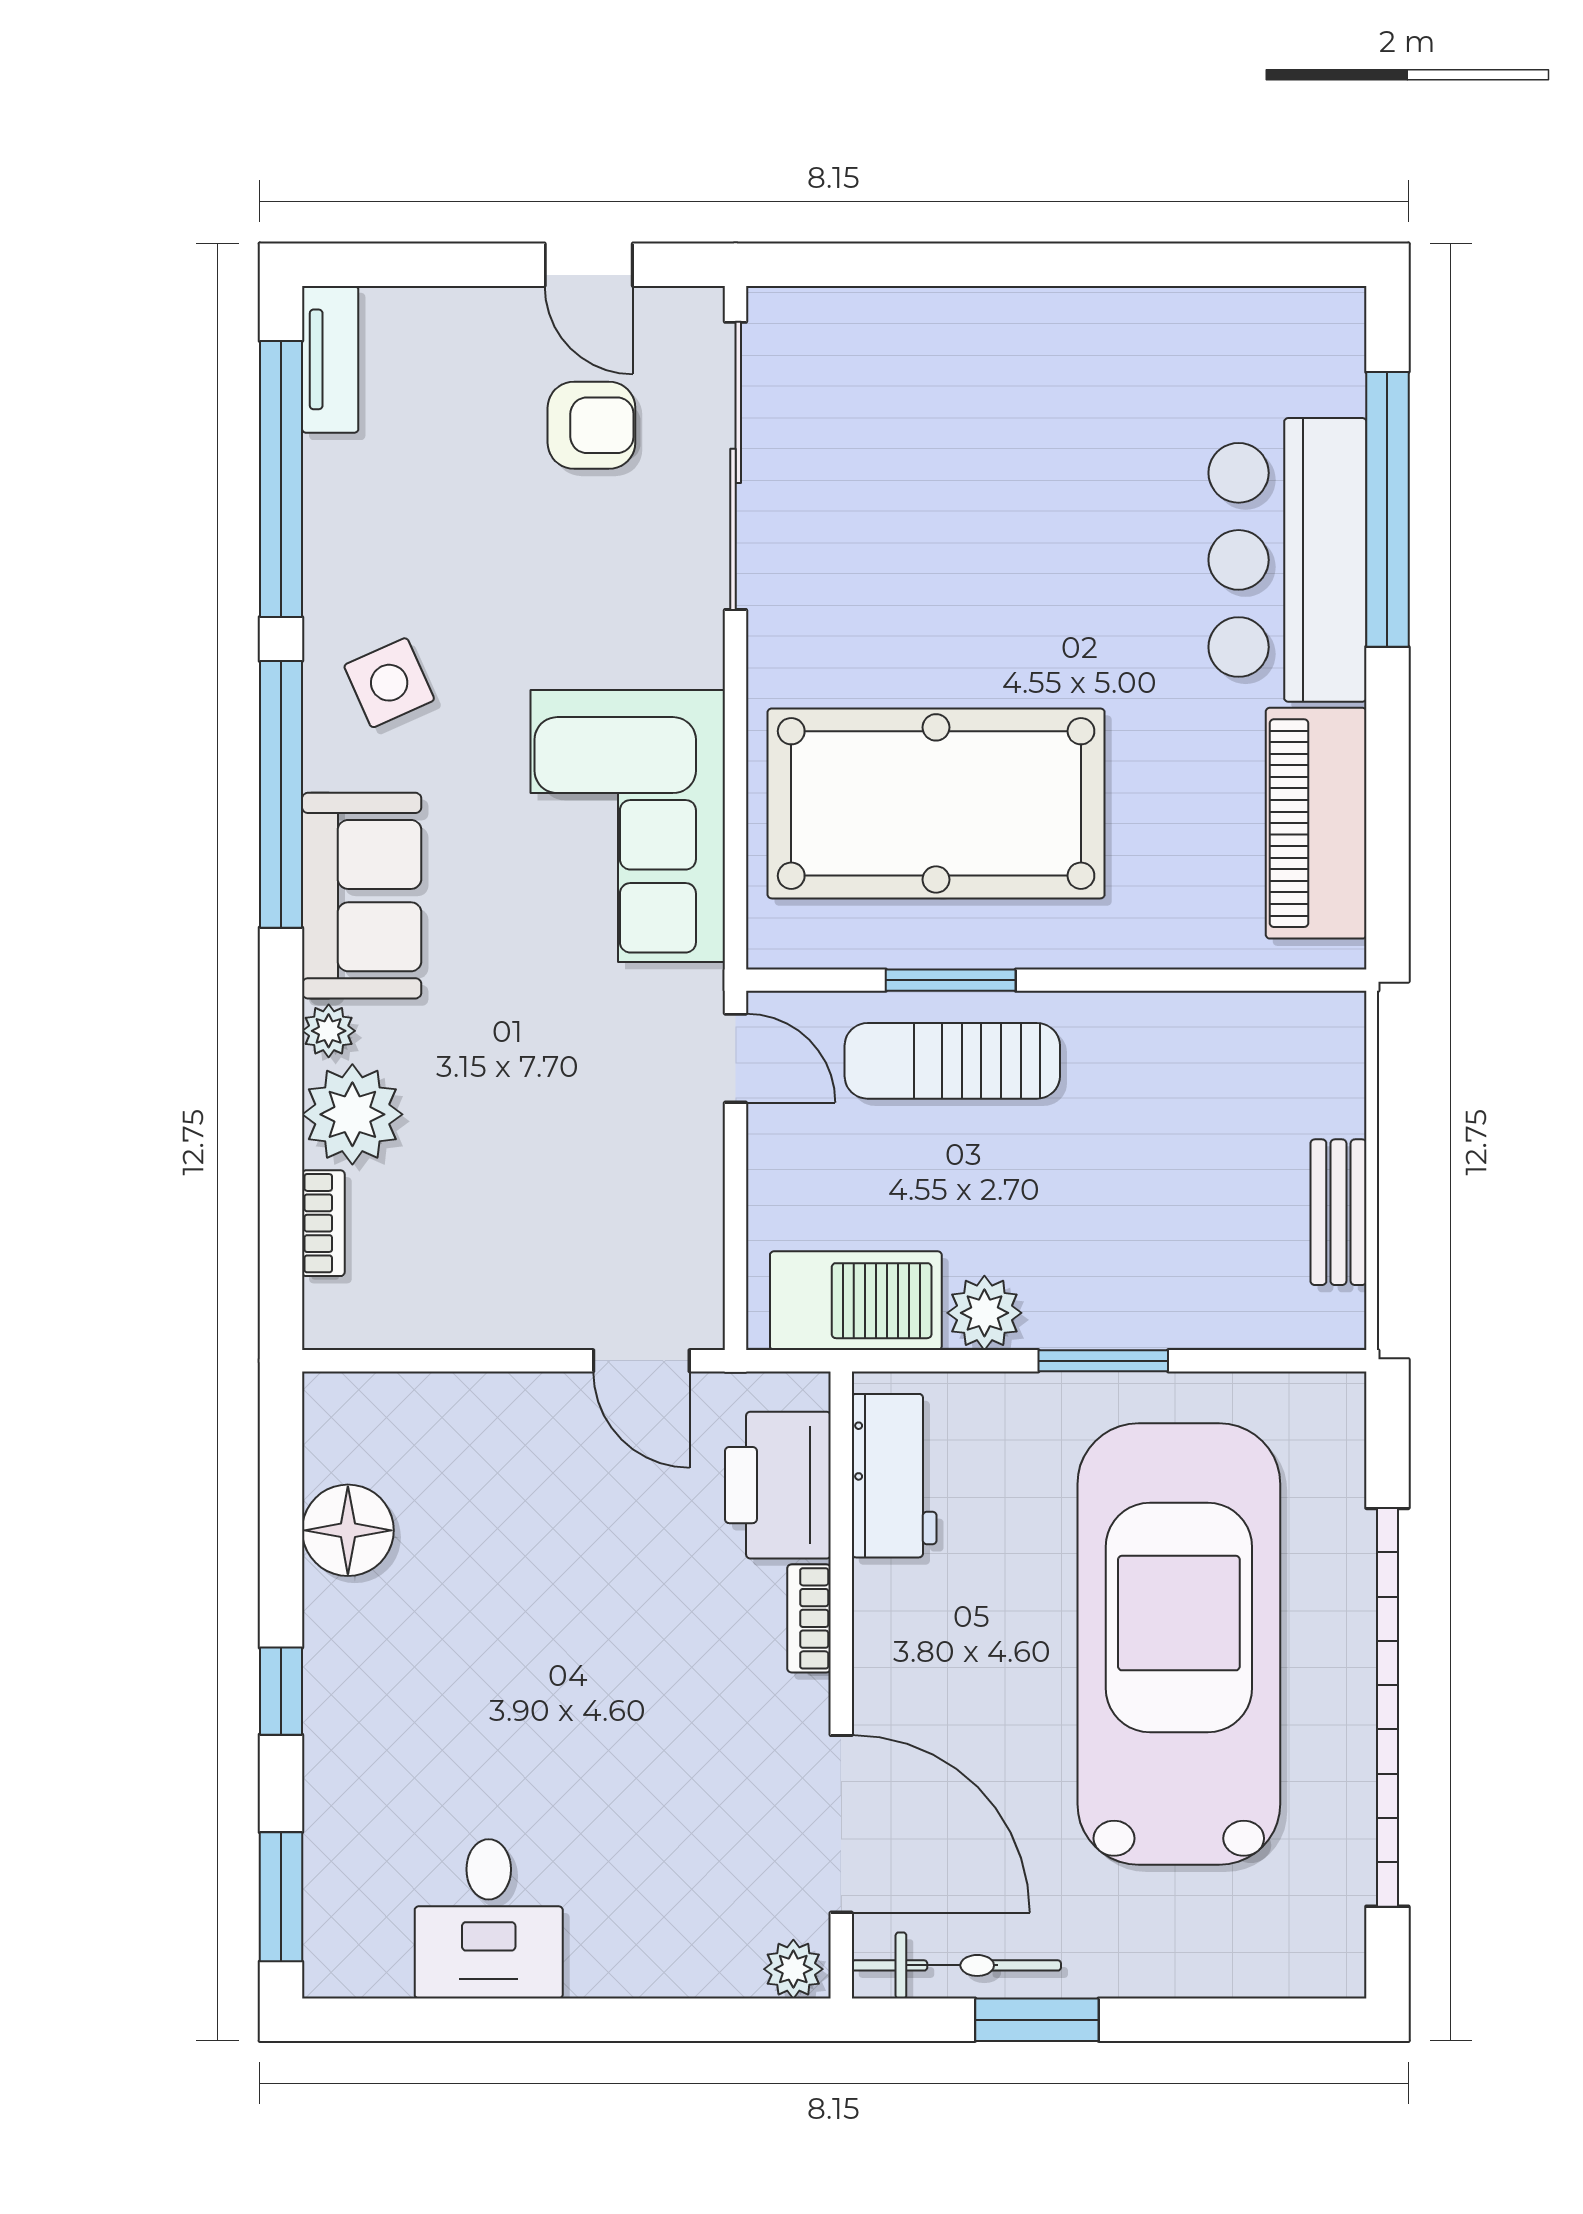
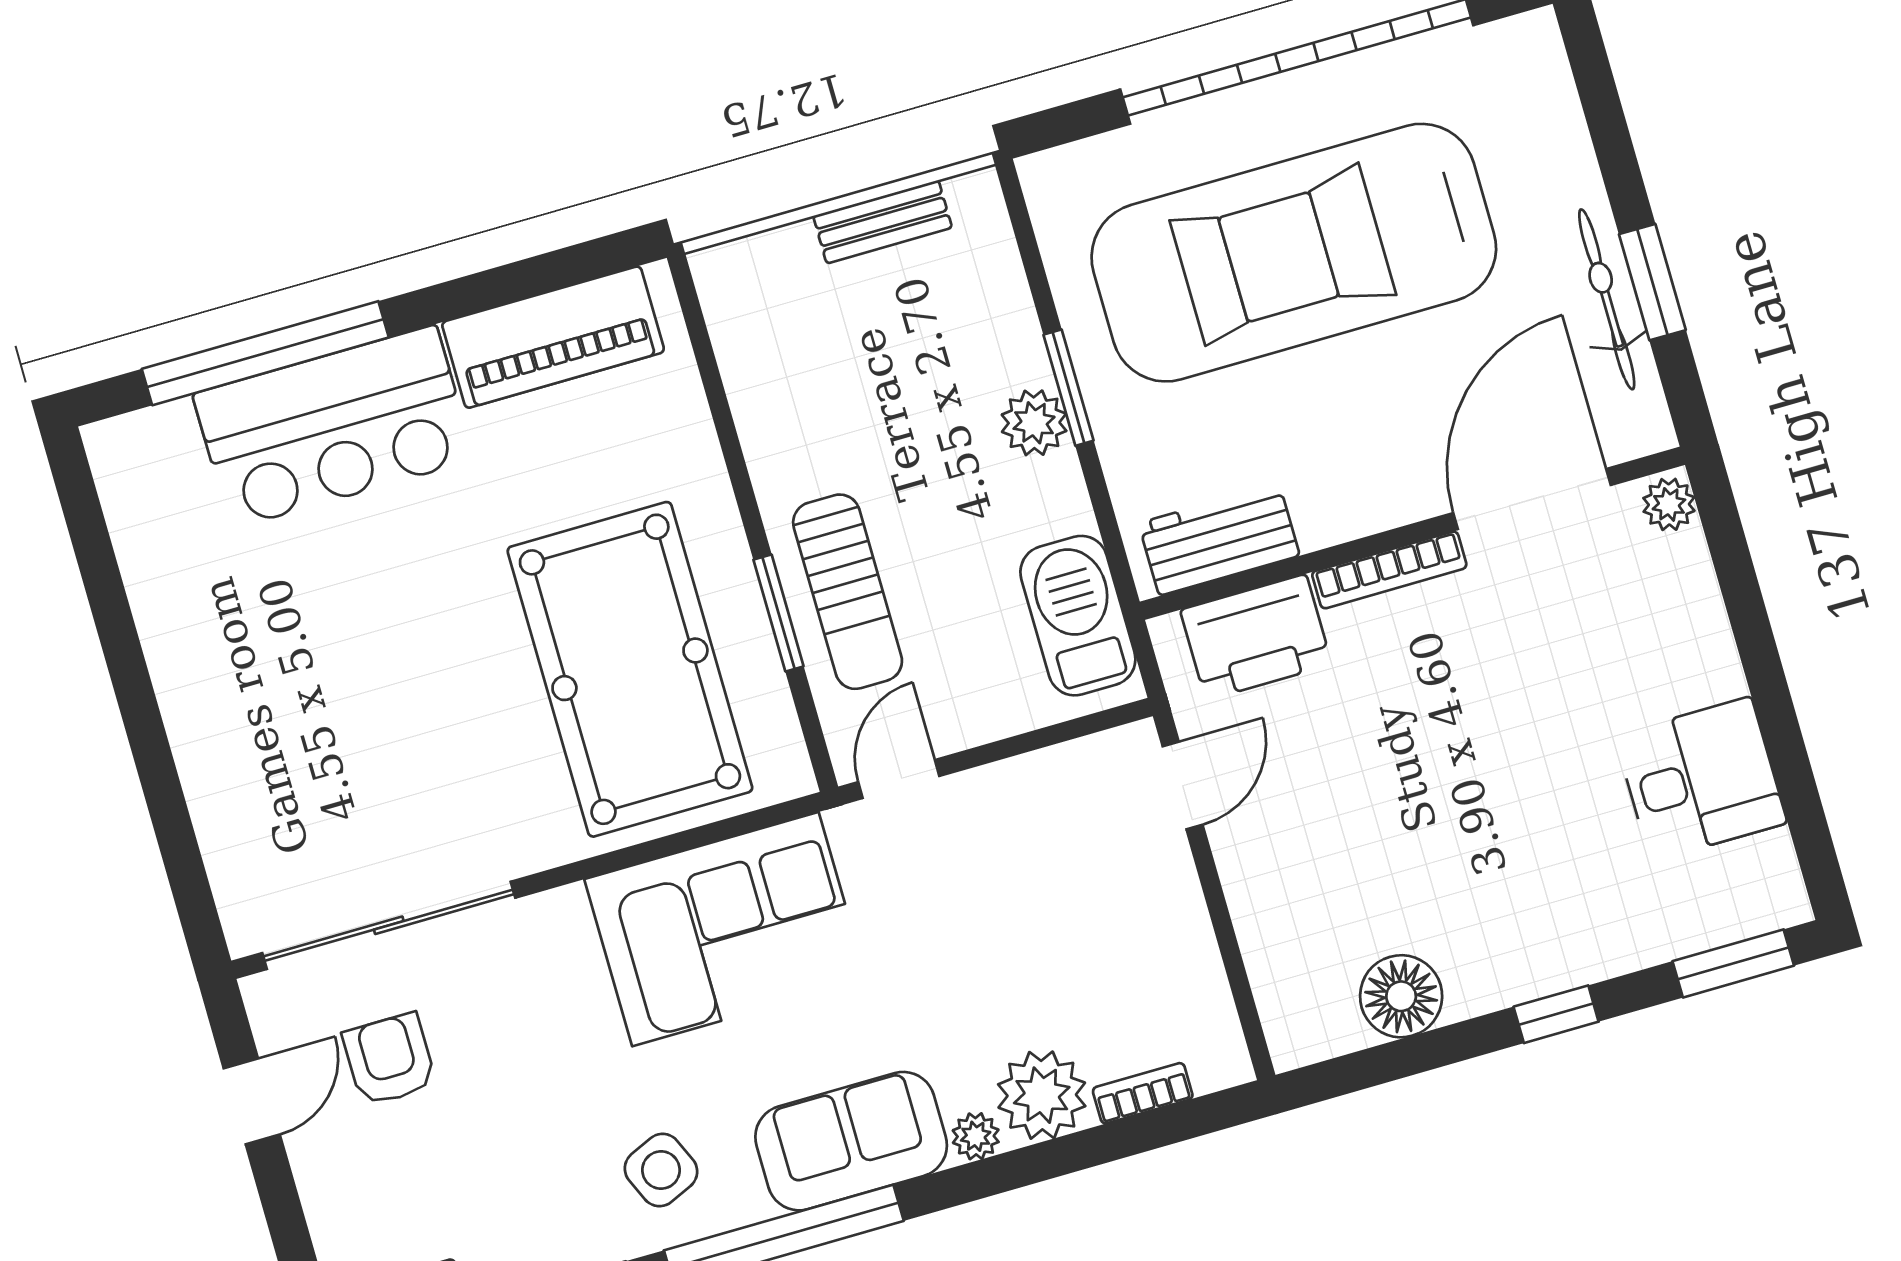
plant: (984, 1313) -> (1034, 423), moved
bookcase: (809, 1618) -> (1389, 570), width x1.56
bicycle: (956, 1965) -> (1607, 299), moved

